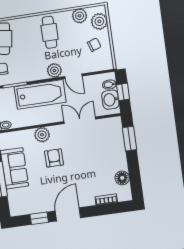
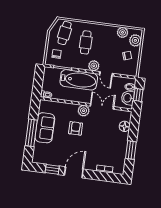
cafe table: (50, 32) -> (86, 42), moved
plant: (42, 135) -> (84, 111), moved
window: (130, 139) -> (131, 150), moved
floor lamp: (122, 178) -> (125, 126), moved

